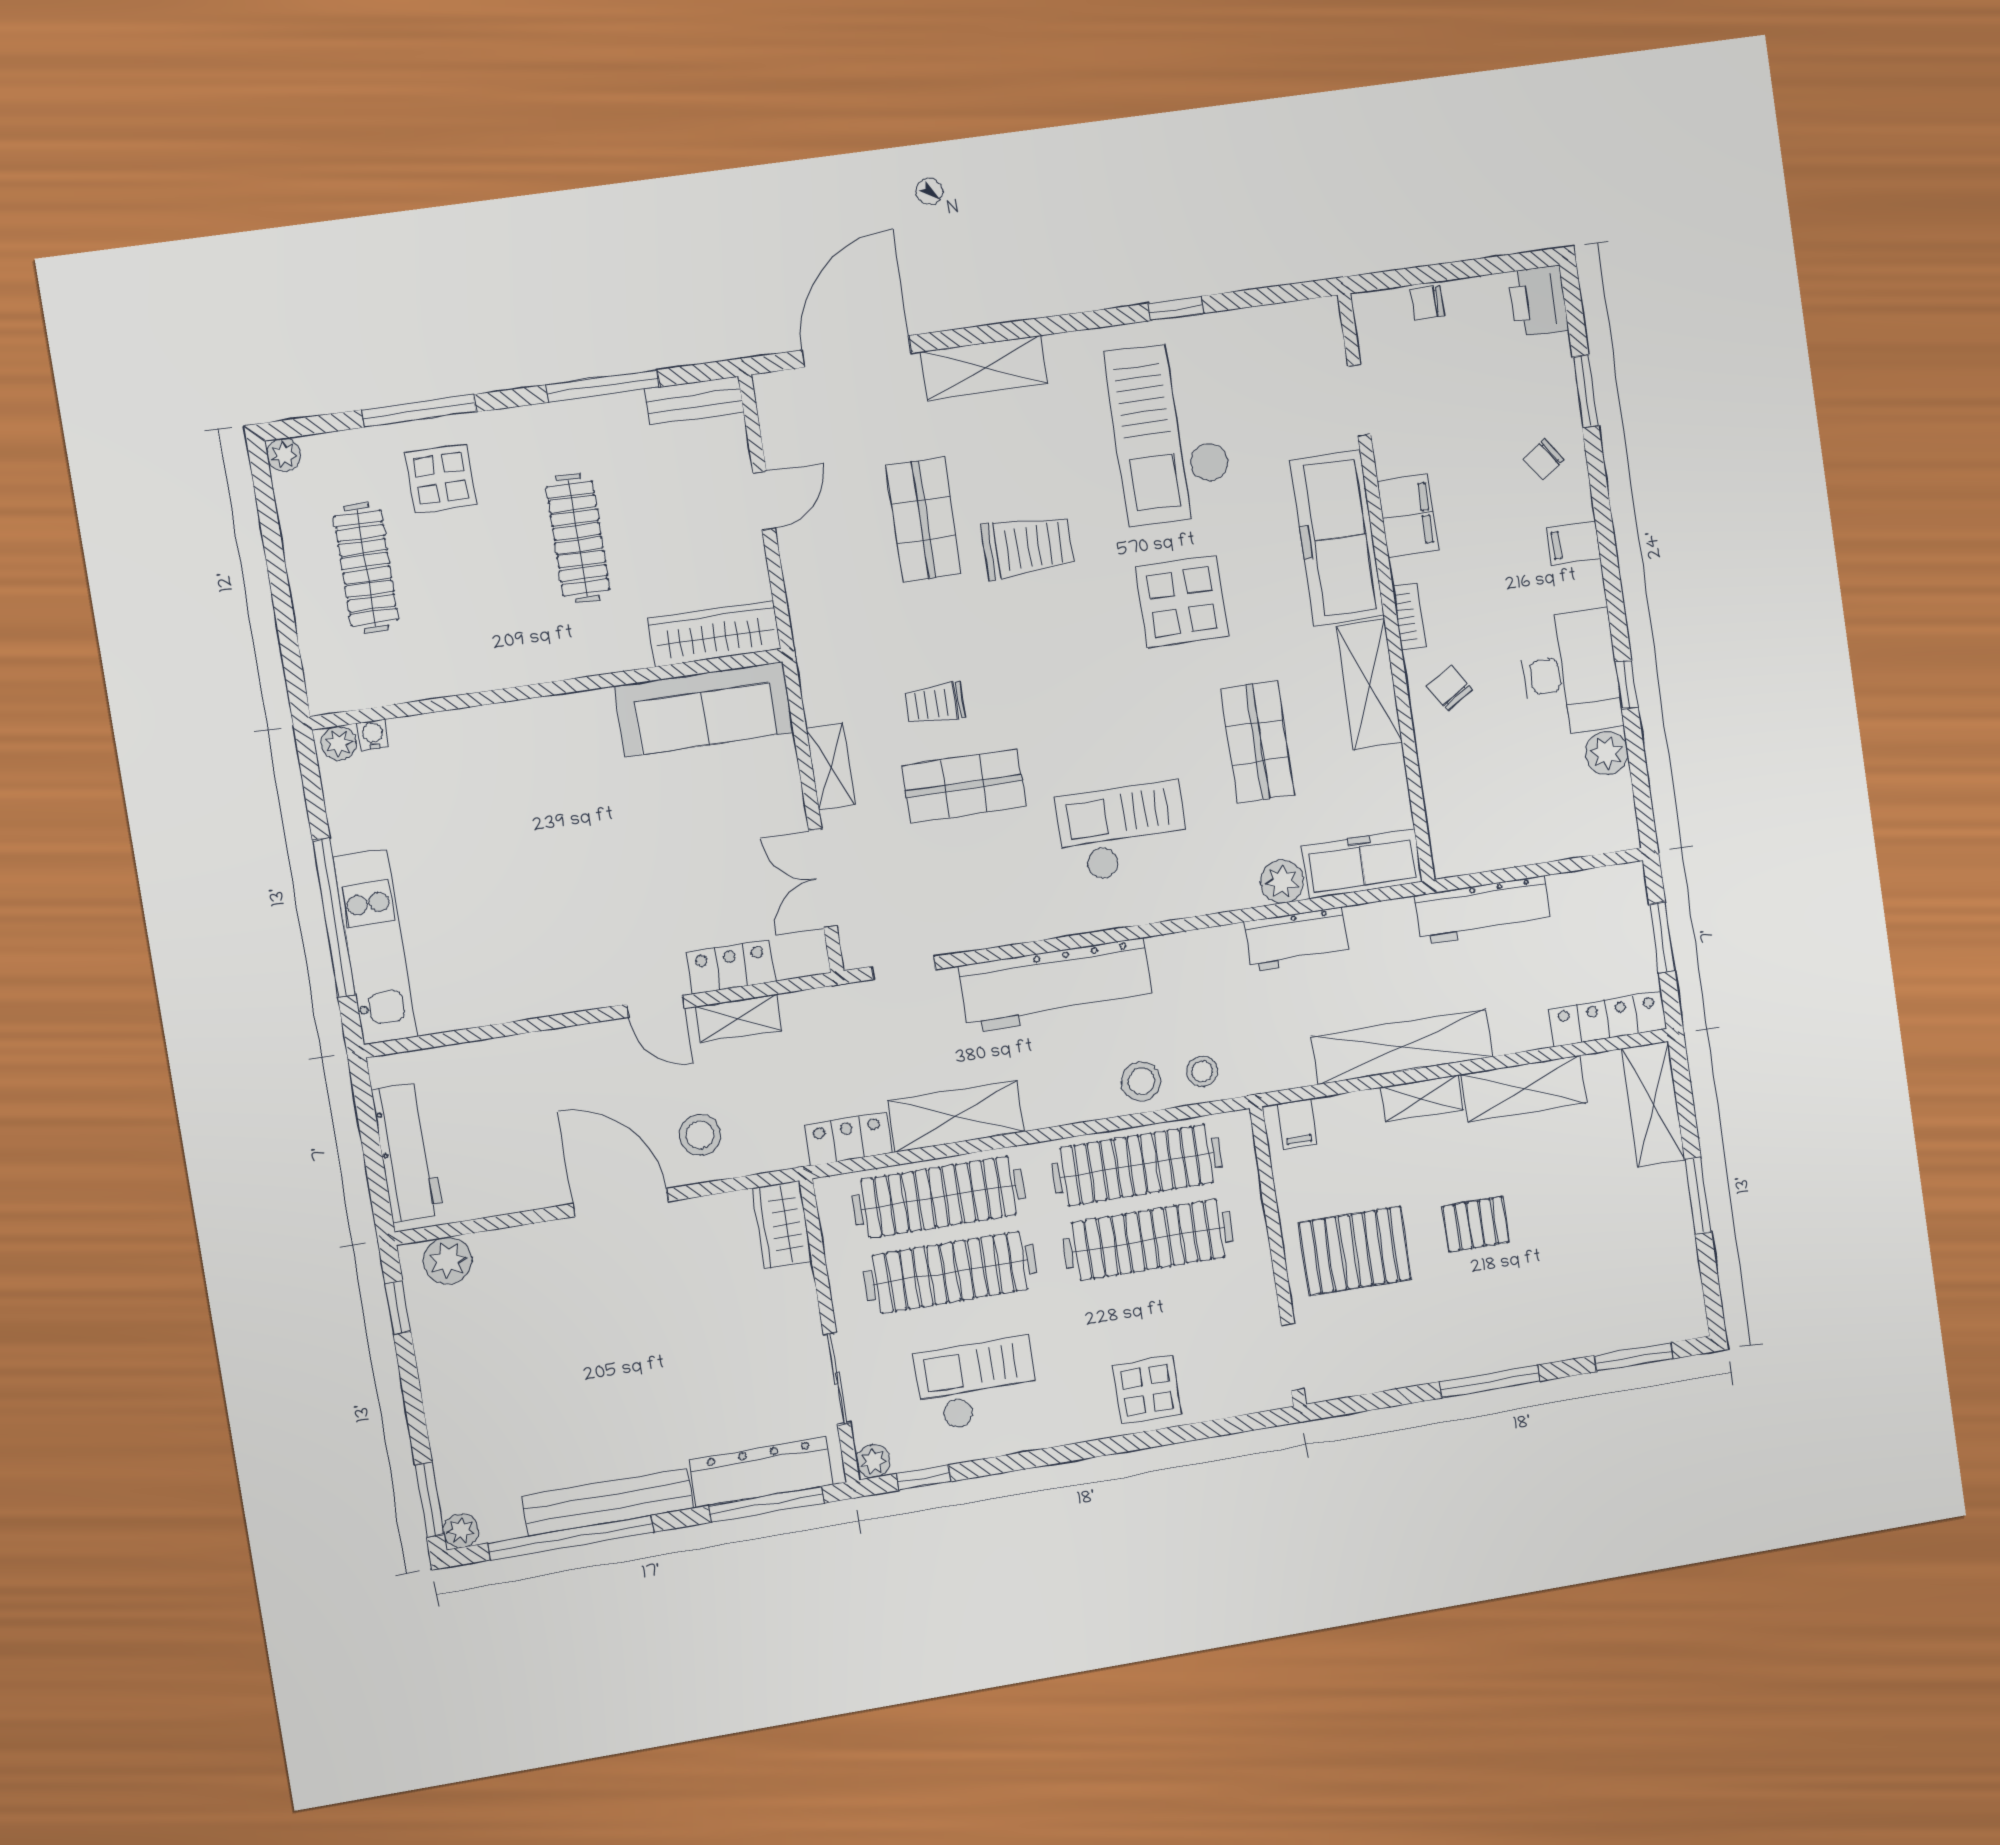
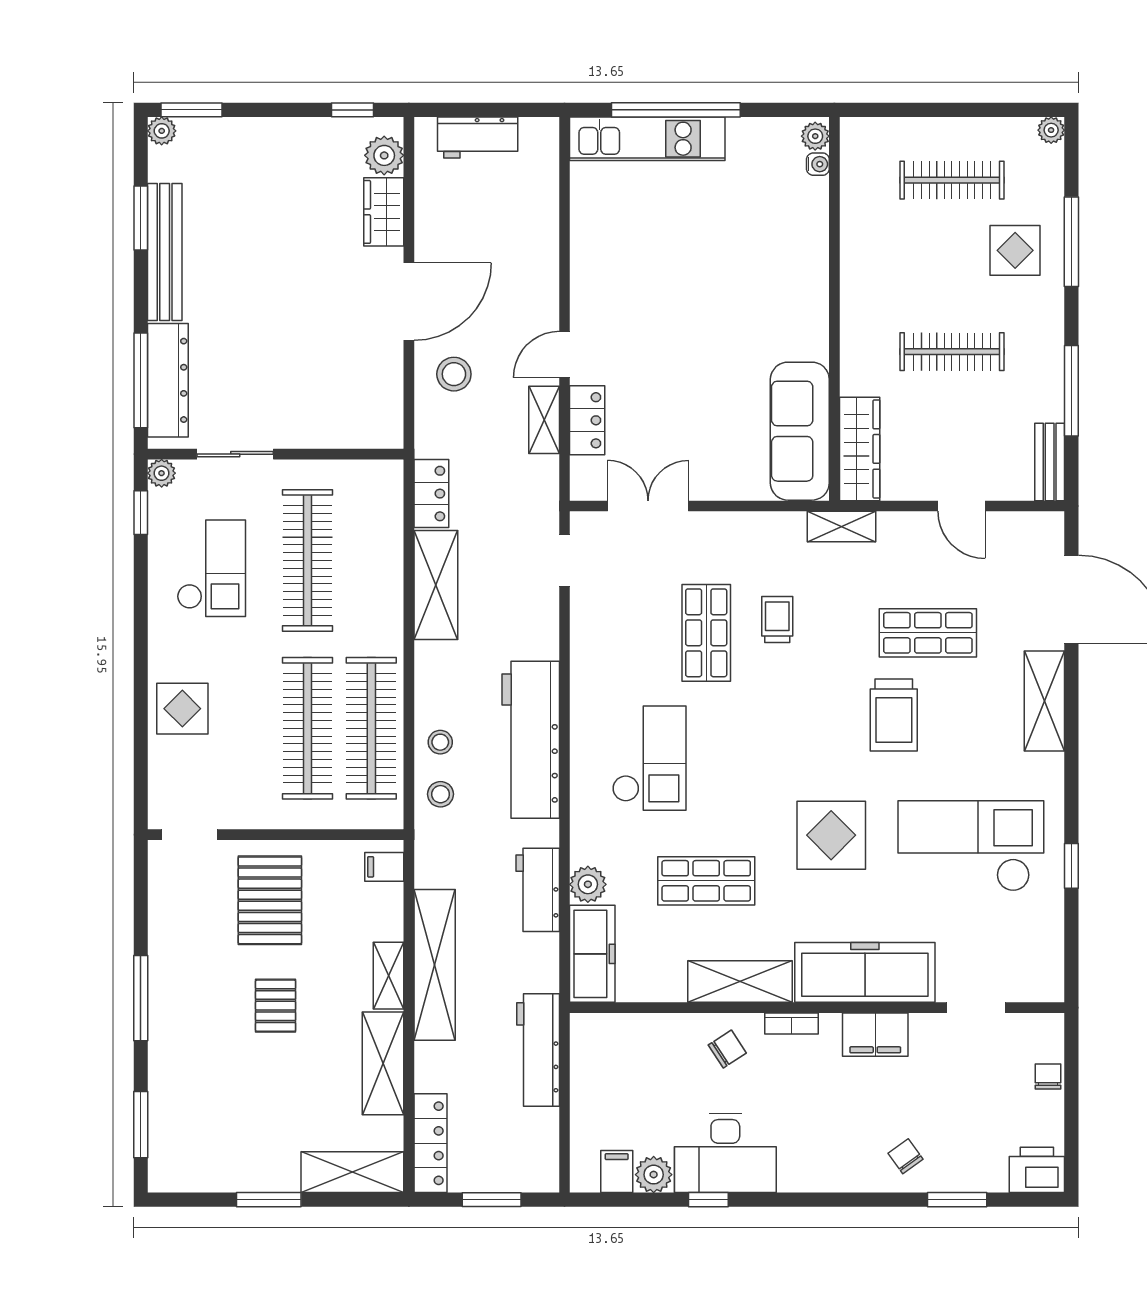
filing cabinet: (1574, 543) -> (617, 1171), moved
shelving: (831, 766) -> (841, 527), moved
workbench: (1056, 986) -> (531, 740), moved
stool: (1141, 1081) -> (440, 742), width x0.73, depth x0.73
workbench: (407, 1152) -> (478, 137), width x0.73
clothes rail: (939, 1197) -> (371, 560), removed
wardrobe: (782, 1225) -> (384, 212), moved, turned -90
window: (571, 1538) -> (141, 218), width x0.47

